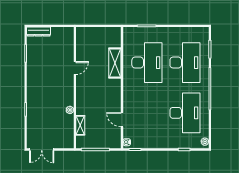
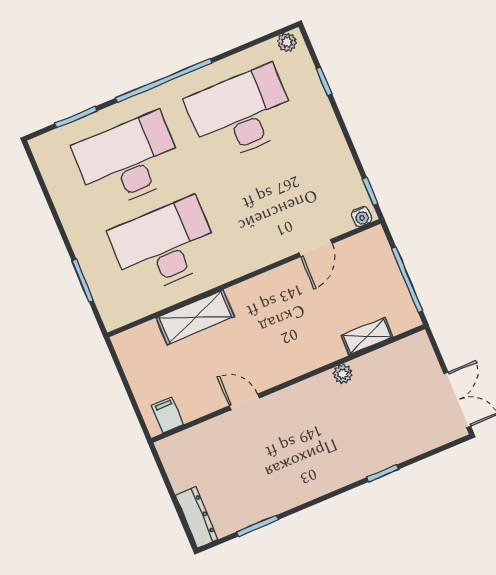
filing cabinet: (82, 37) -> (168, 415), added

